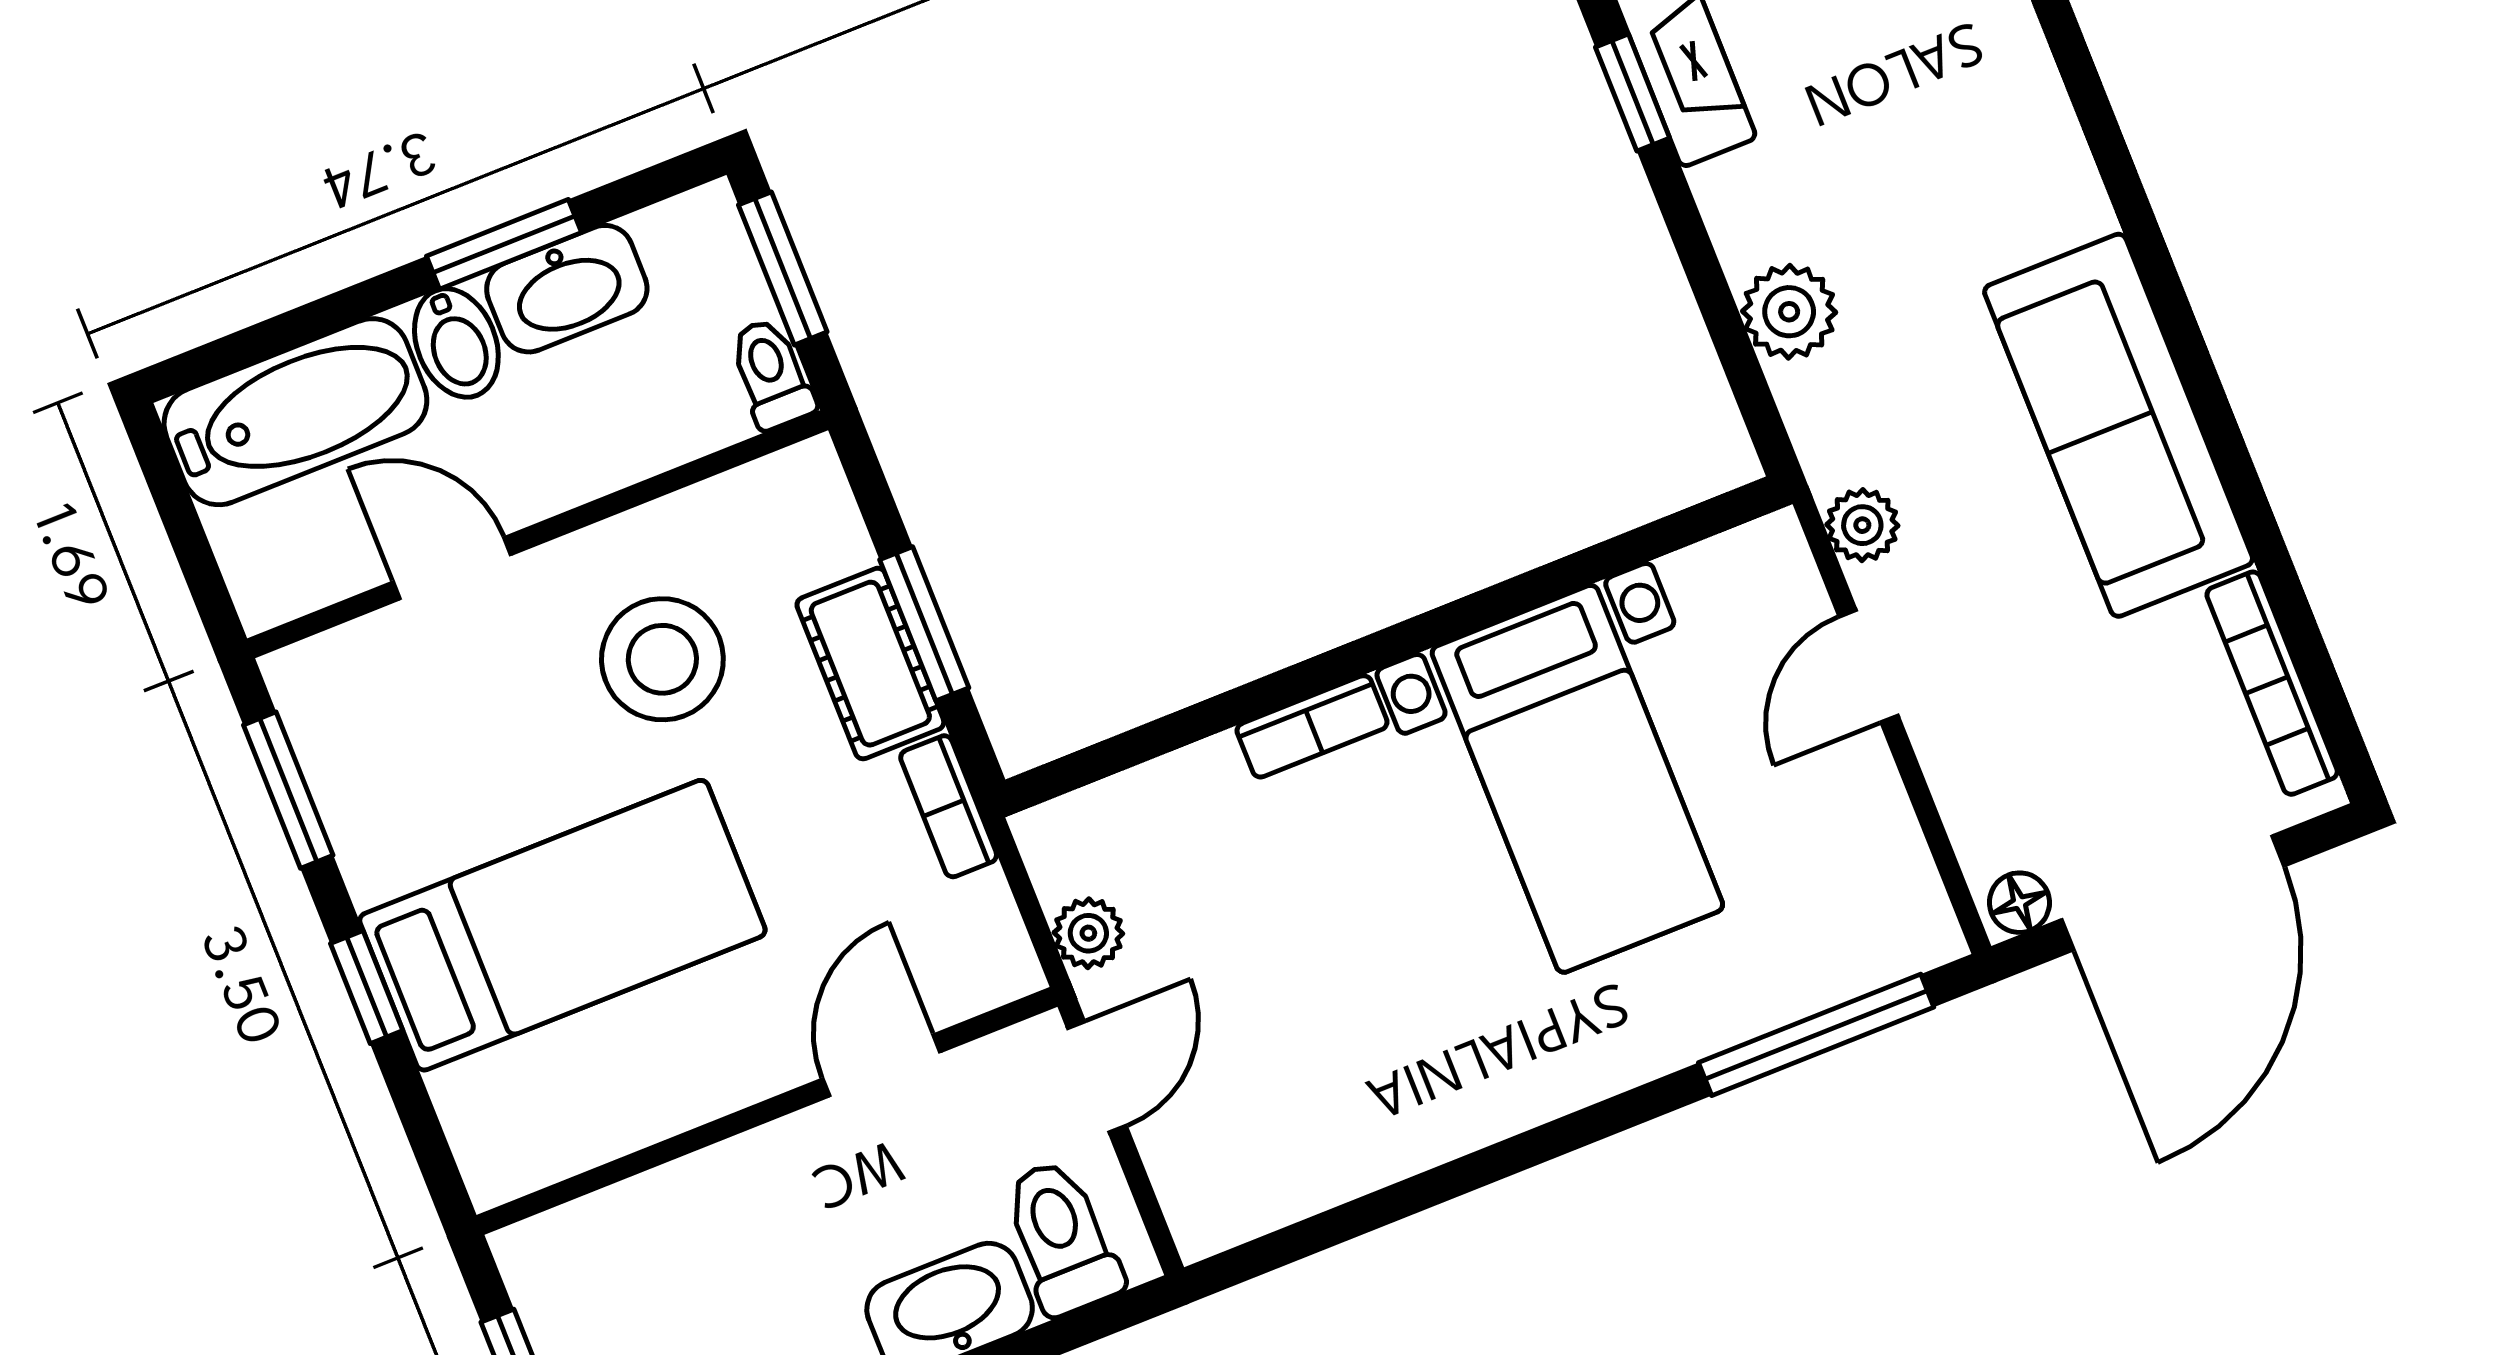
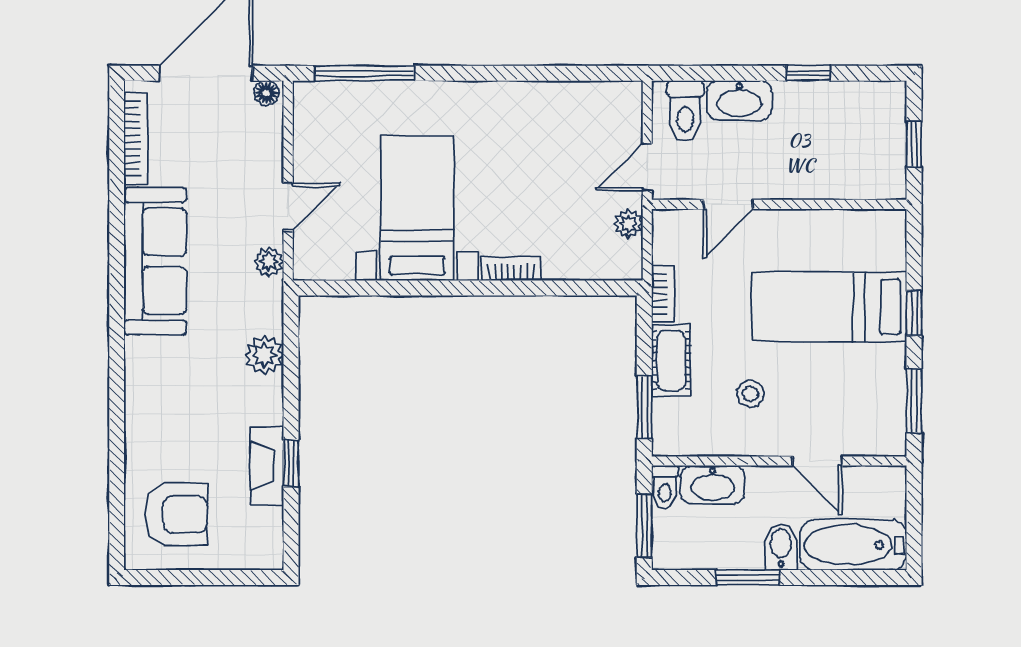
washbasin: (567, 289) -> (713, 485), moved, turned 180
window: (924, 624) -> (644, 407), moved
stool: (662, 659) -> (750, 394), width x0.53, depth x0.53

